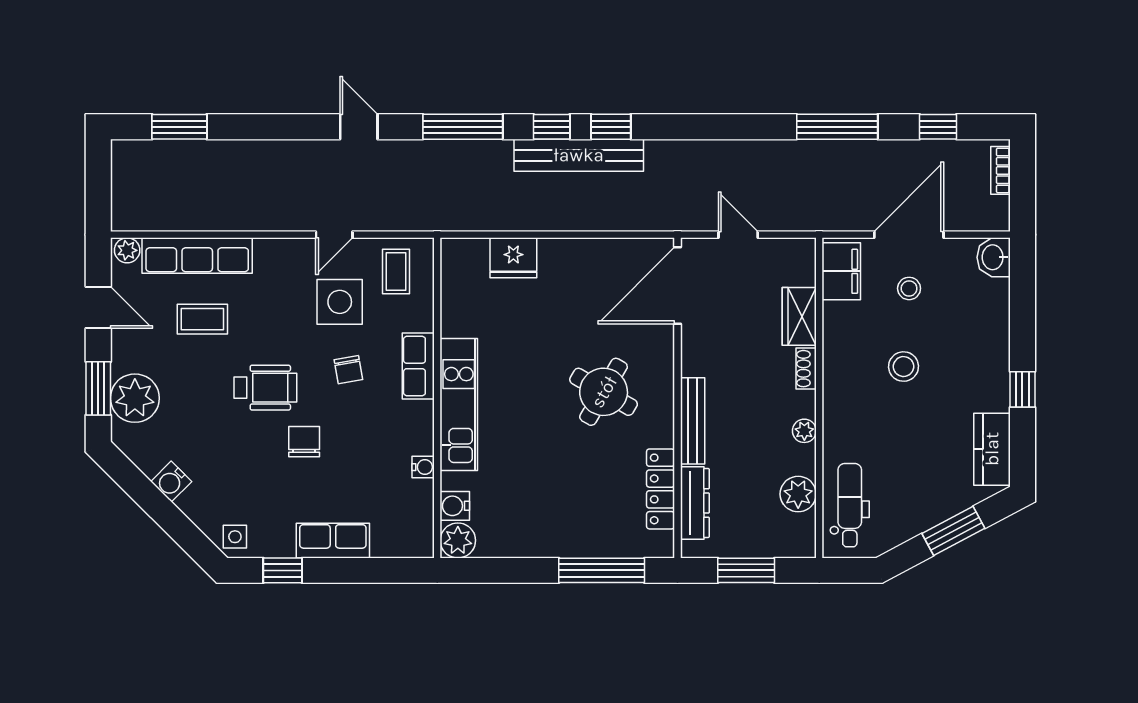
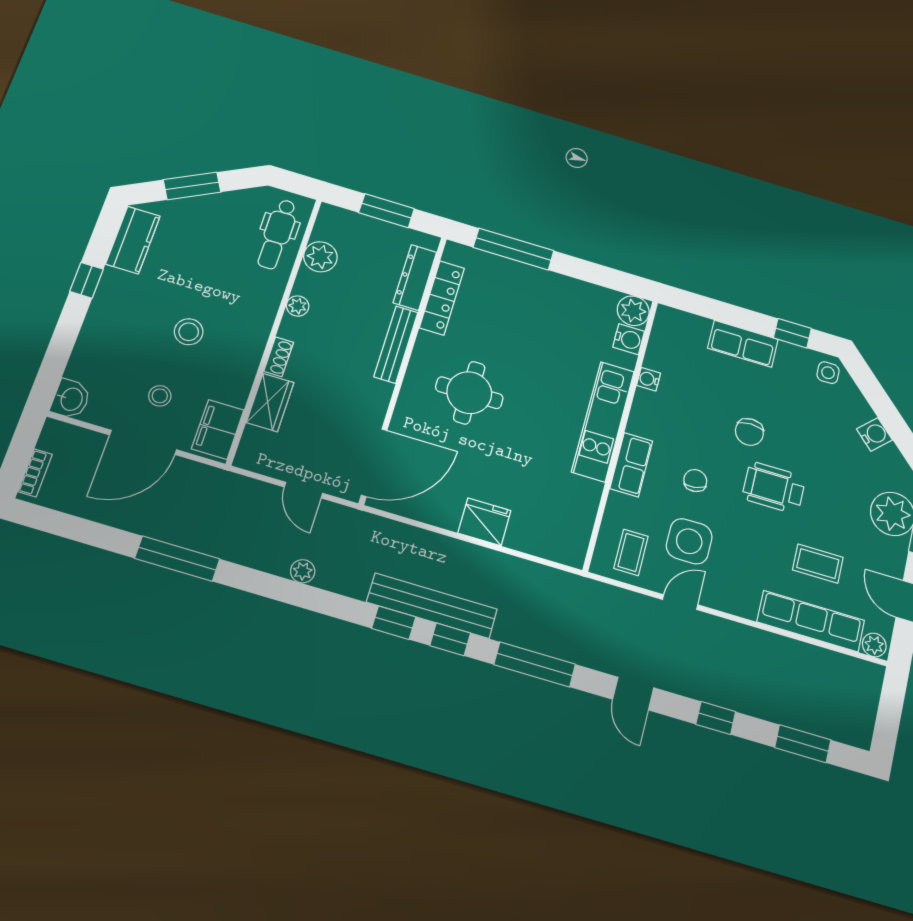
window: (938, 127) -> (716, 718), moved
plant: (714, 151) -> (303, 571), added
fridge: (513, 258) -> (484, 522), moved
round table: (604, 392) -> (469, 393), turned -30

